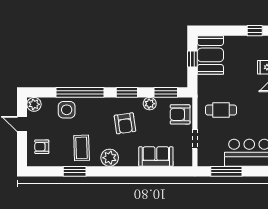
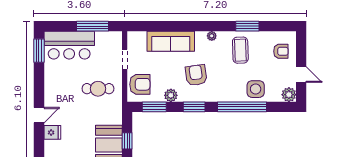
sofa: (156, 157) -> (171, 41), width x1.36
plant: (110, 158) -> (212, 36), width x0.53, depth x0.53

